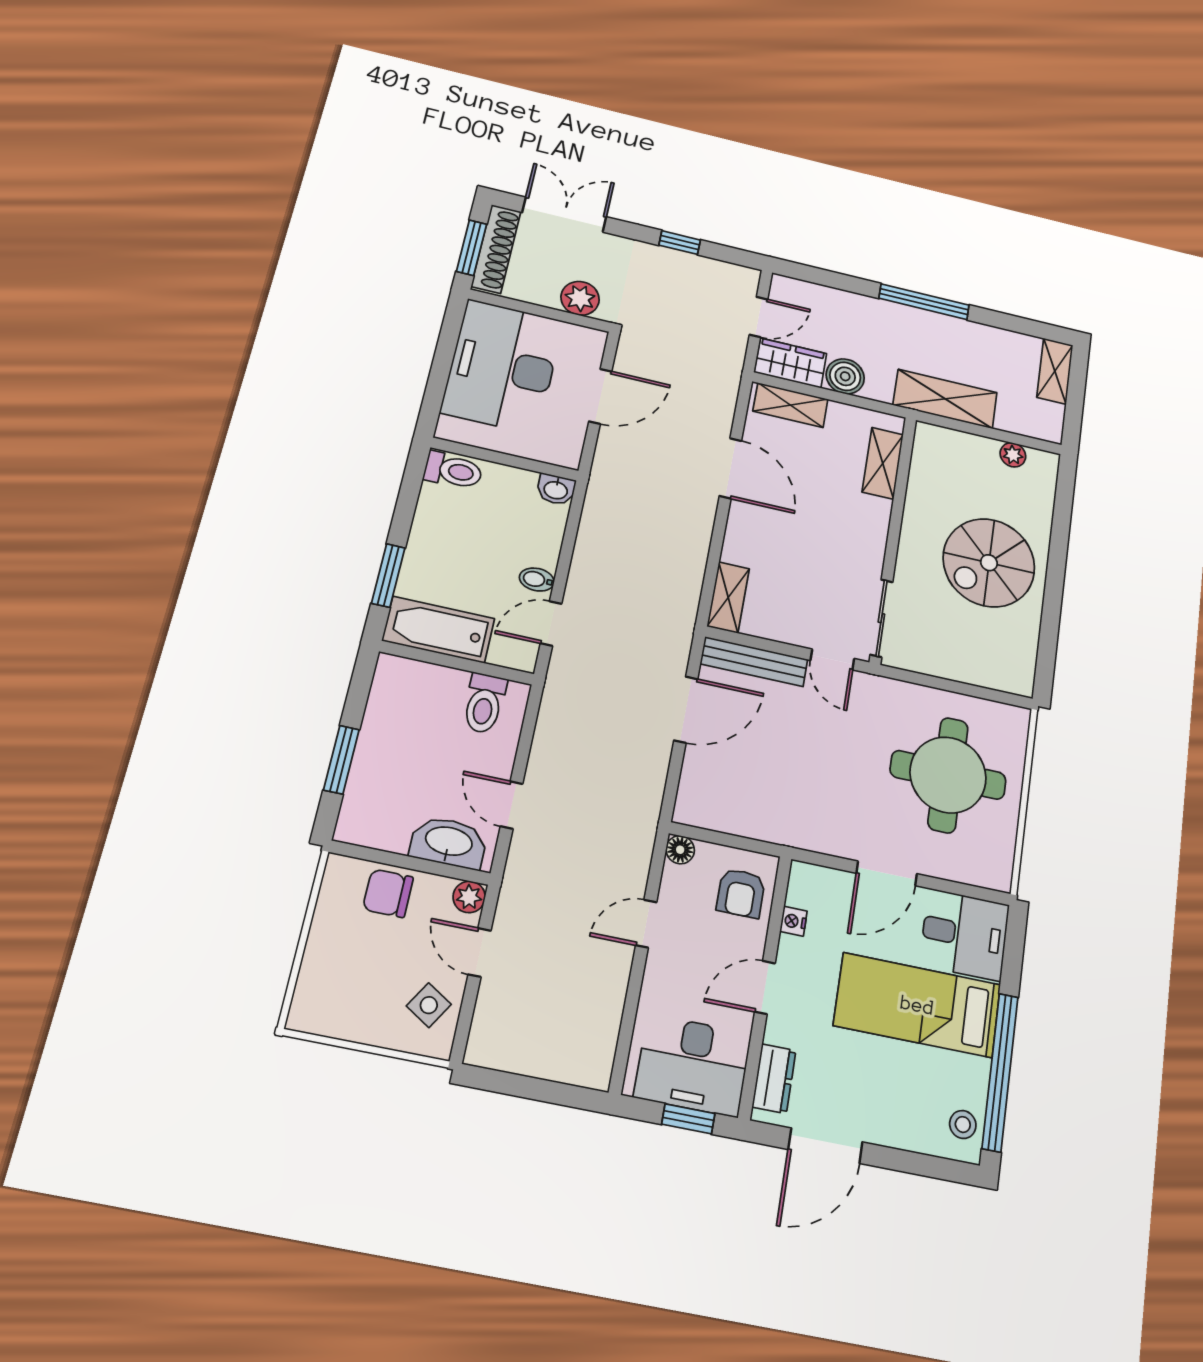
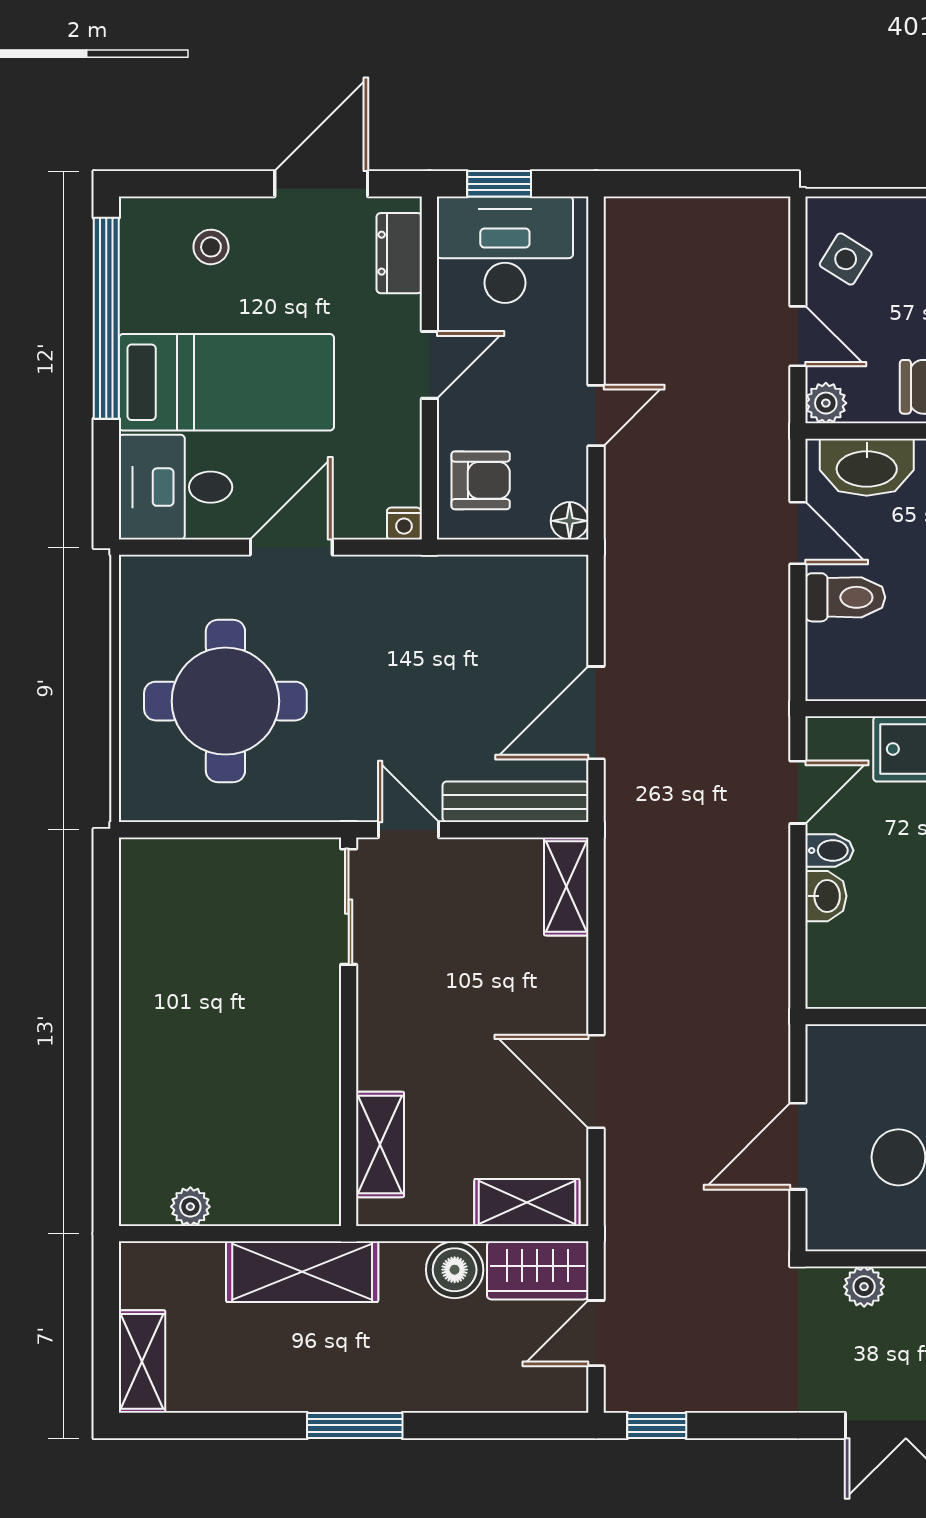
window: (680, 243) -> (657, 1425), moved
plant: (580, 298) -> (864, 1287), width x0.73, depth x0.73
window: (924, 302) -> (355, 1425), width x0.69
washbasin: (556, 489) -> (826, 896), moved, turned 90
spiral stairs: (989, 563) -> (206, 1027), removed
toilet: (484, 703) -> (845, 597), moved, turned 90
armchair: (741, 893) -> (481, 480), turned 90
nightstand: (793, 921) -> (404, 524), moved, turned 90
stool: (963, 1124) -> (211, 247), moved

